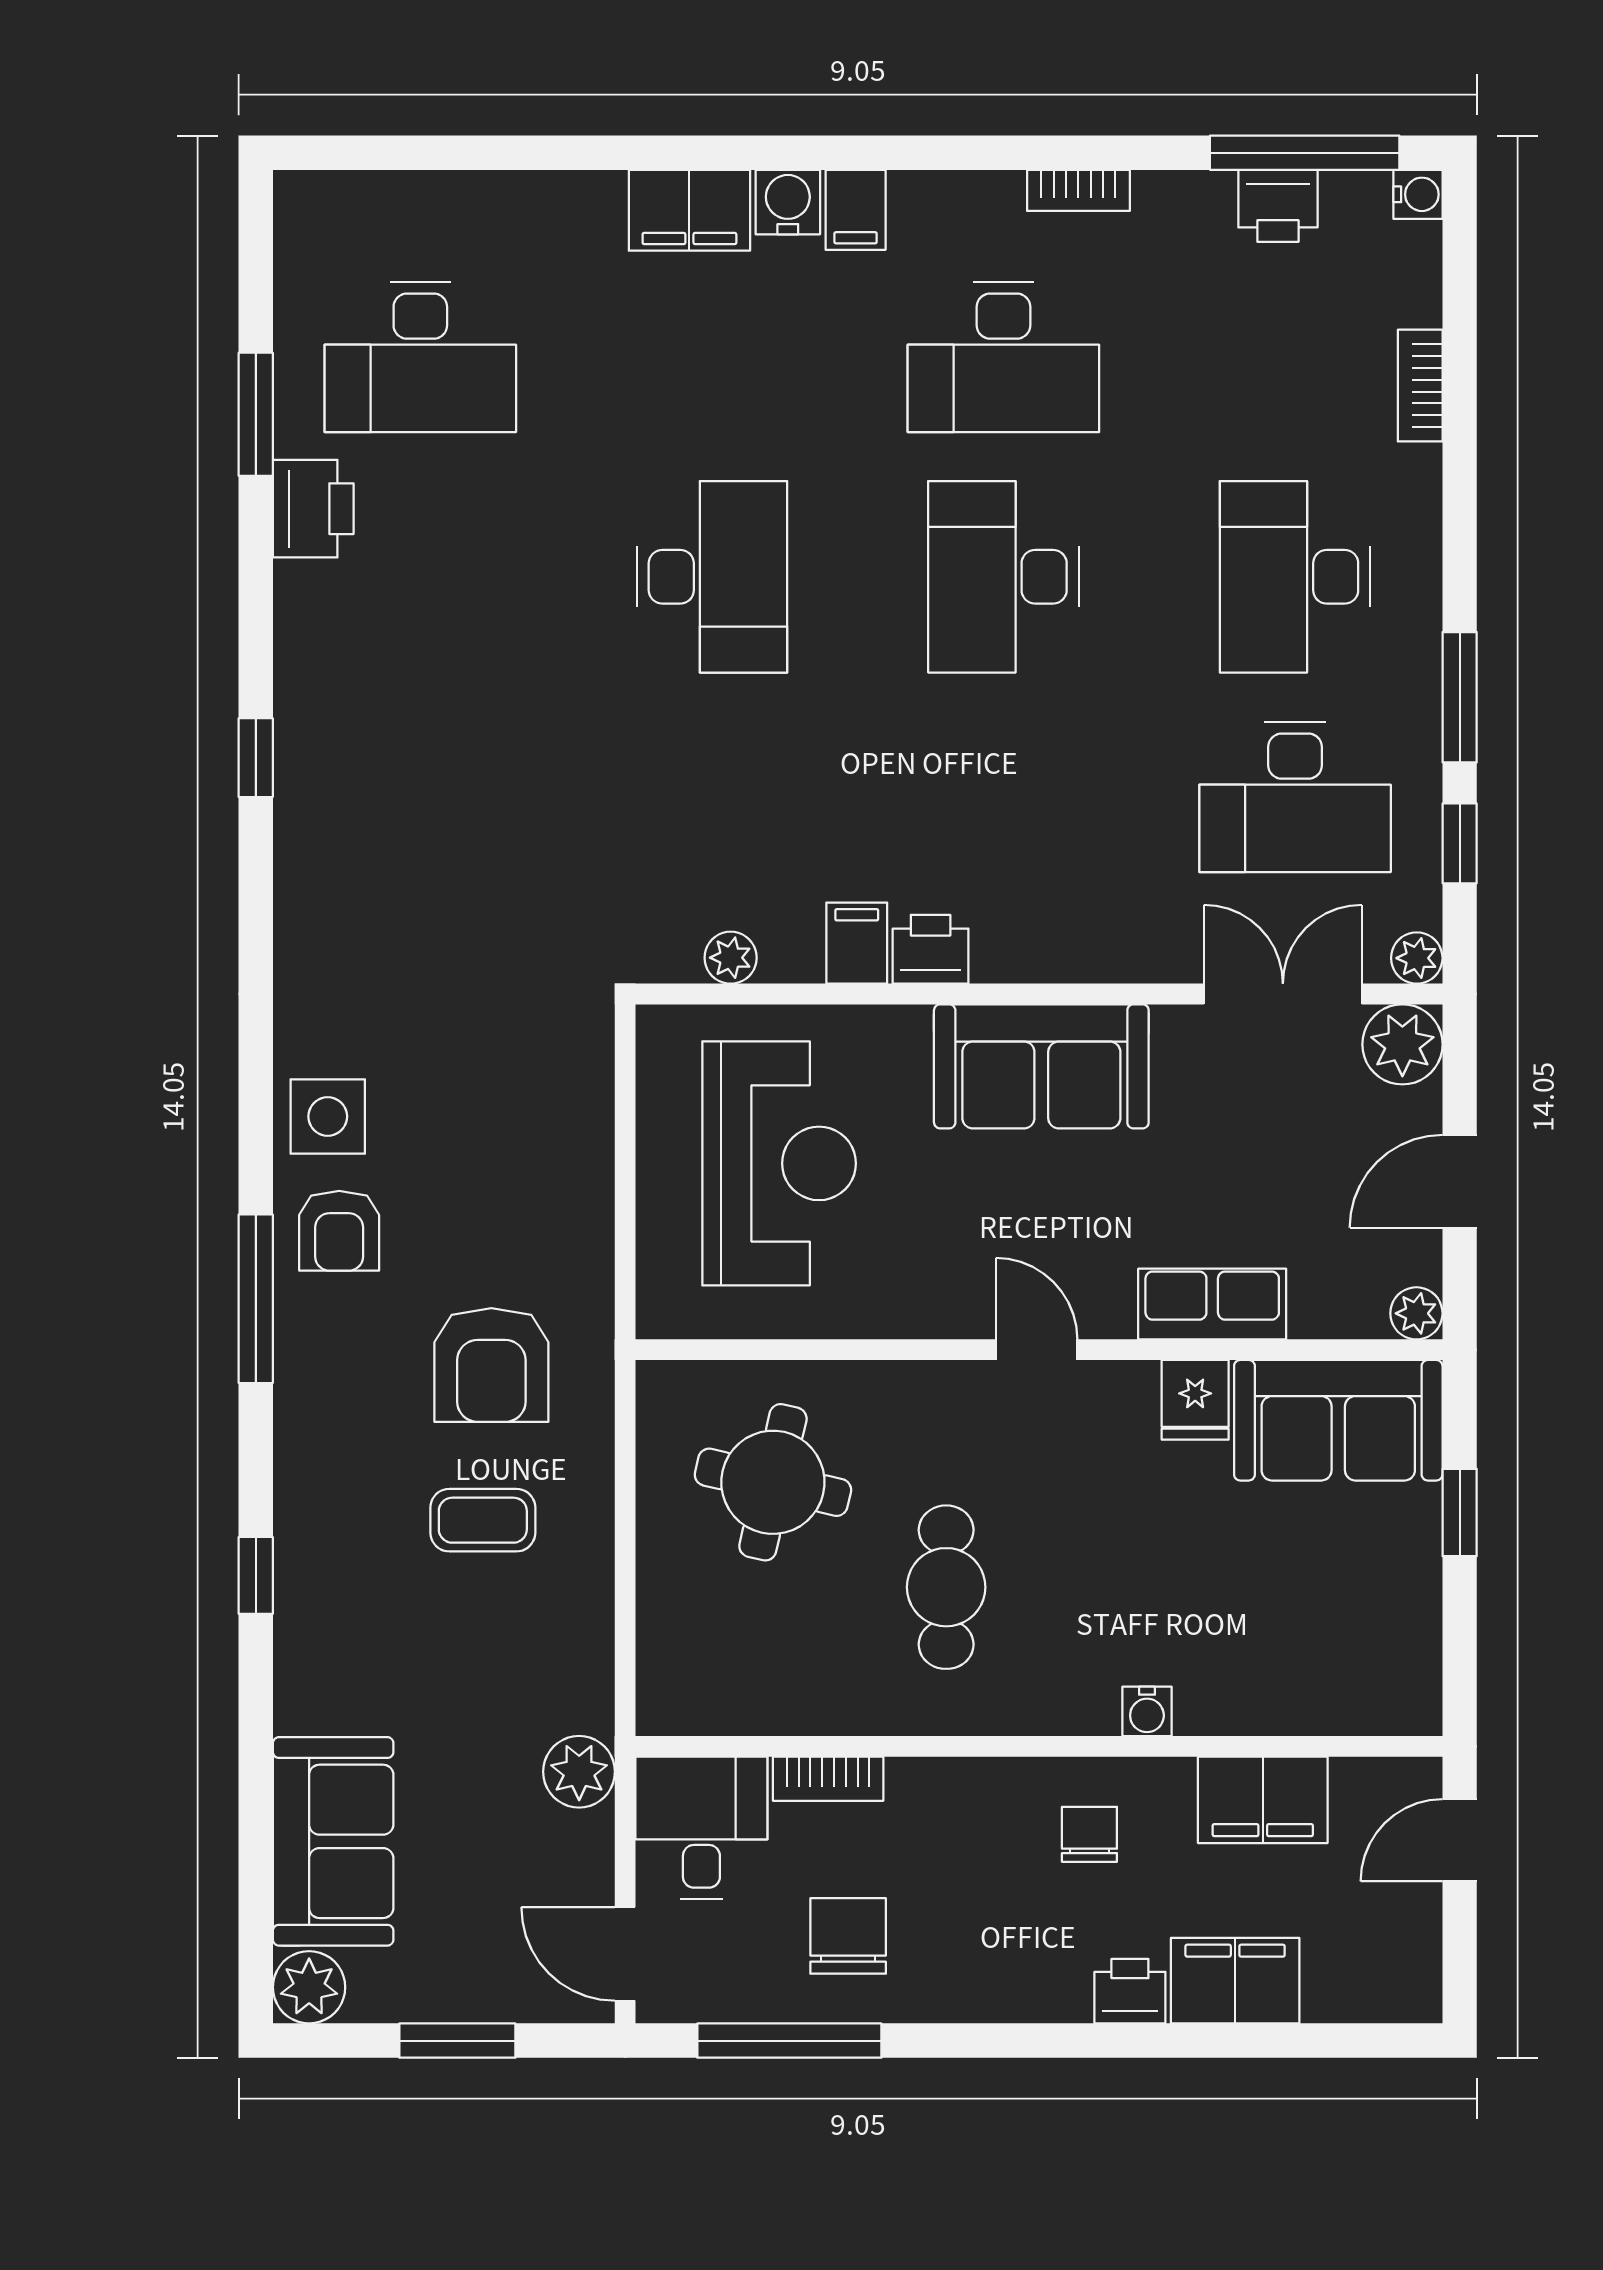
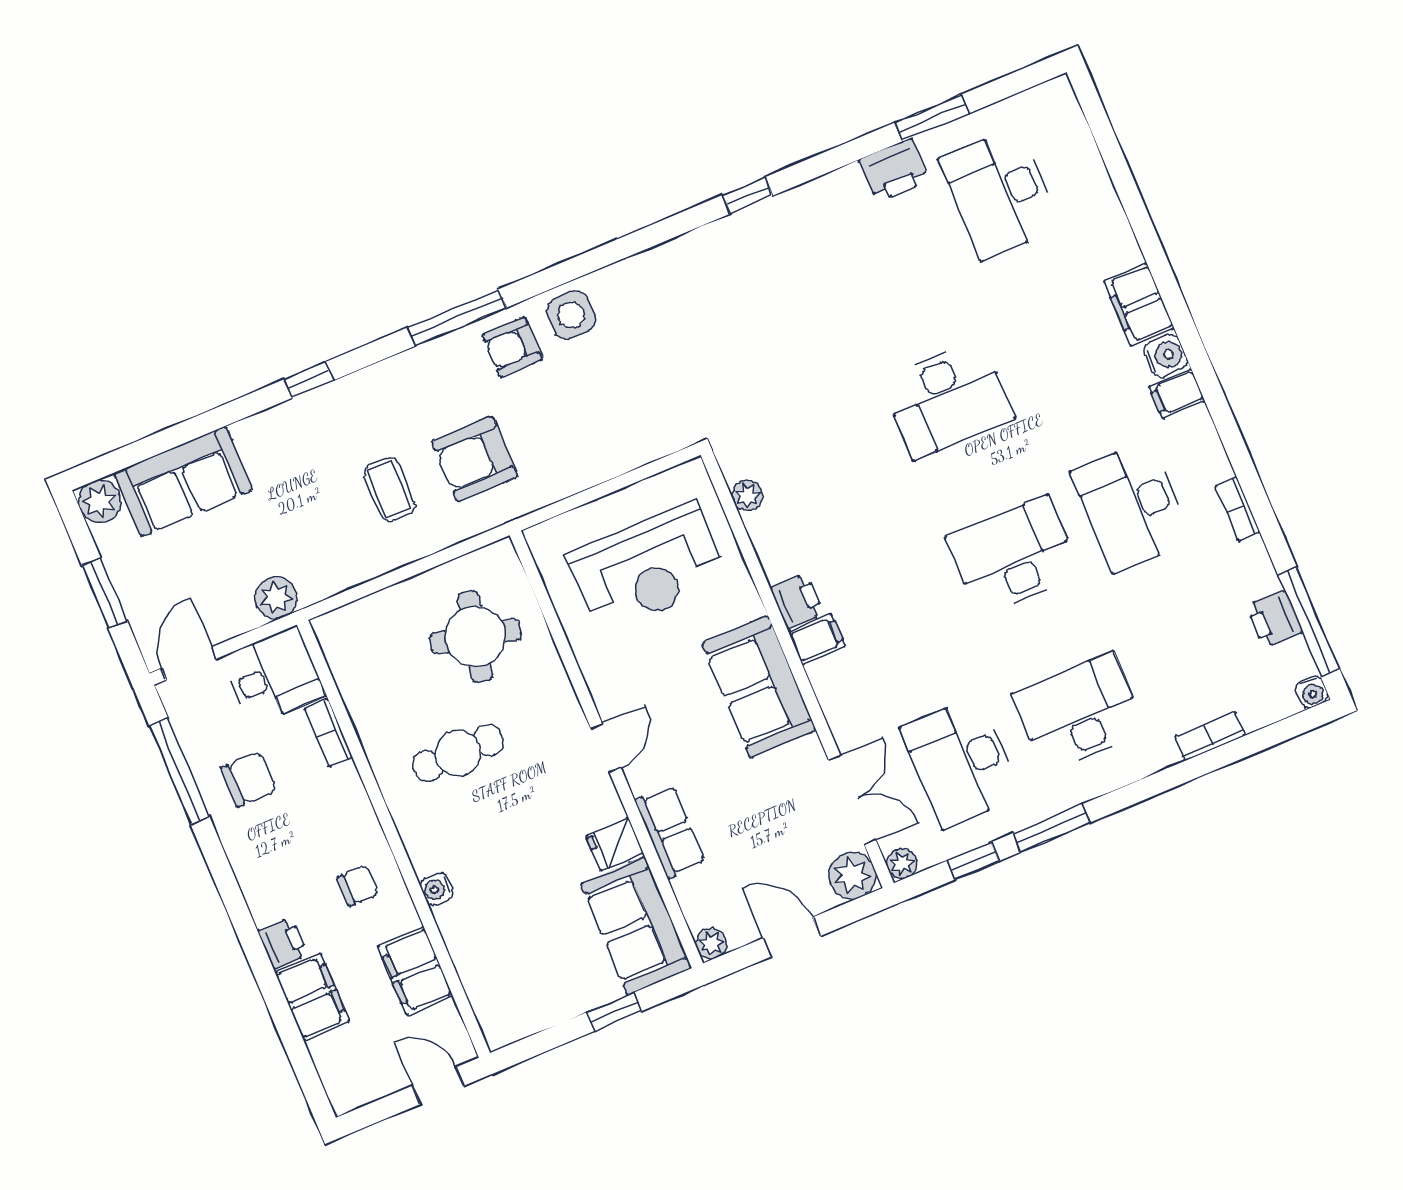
filing cabinet: (857, 943) -> (817, 639), moved

